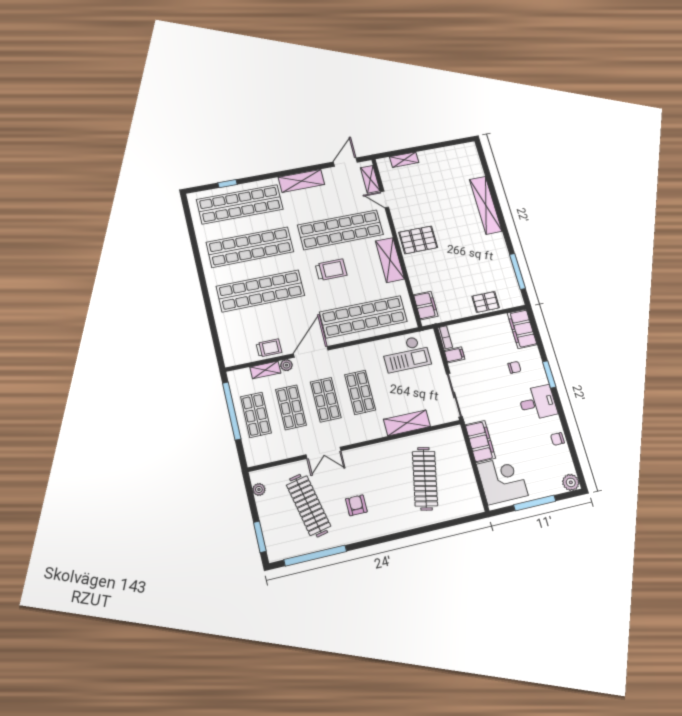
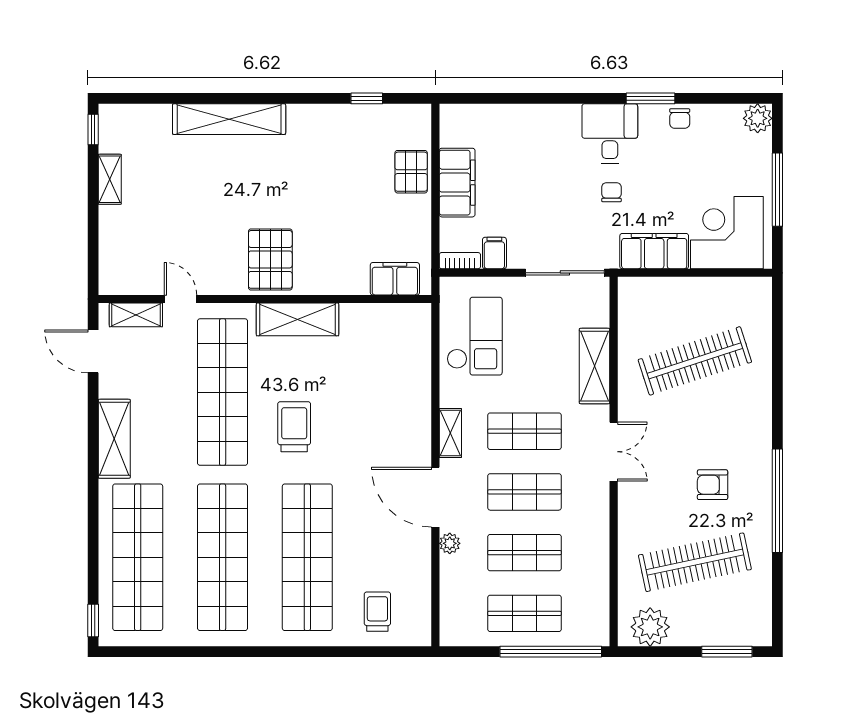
window: (461, 141) -> (93, 129), added
shelving: (404, 160) -> (110, 179), moved
window: (228, 184) -> (93, 621), moved
door: (385, 199) -> (181, 299), swing flipped
window: (517, 271) -> (367, 98), width x0.46
shop shelf: (363, 317) -> (392, 392), removed
filing cabinet: (522, 329) -> (457, 183), moved, turned -90
trolley: (269, 348) -> (377, 612), moved
chair: (514, 367) -> (611, 192), moved
shelving: (265, 370) -> (450, 433), moved
window: (549, 374) -> (651, 98), moved
window: (232, 411) -> (551, 652), moved
double door: (323, 453) -> (614, 452), moved
clothes rail: (425, 479) -> (695, 361), turned -30
plant: (259, 489) -> (650, 627), width x1.88, depth x1.88
window: (315, 555) -> (777, 501), moved

